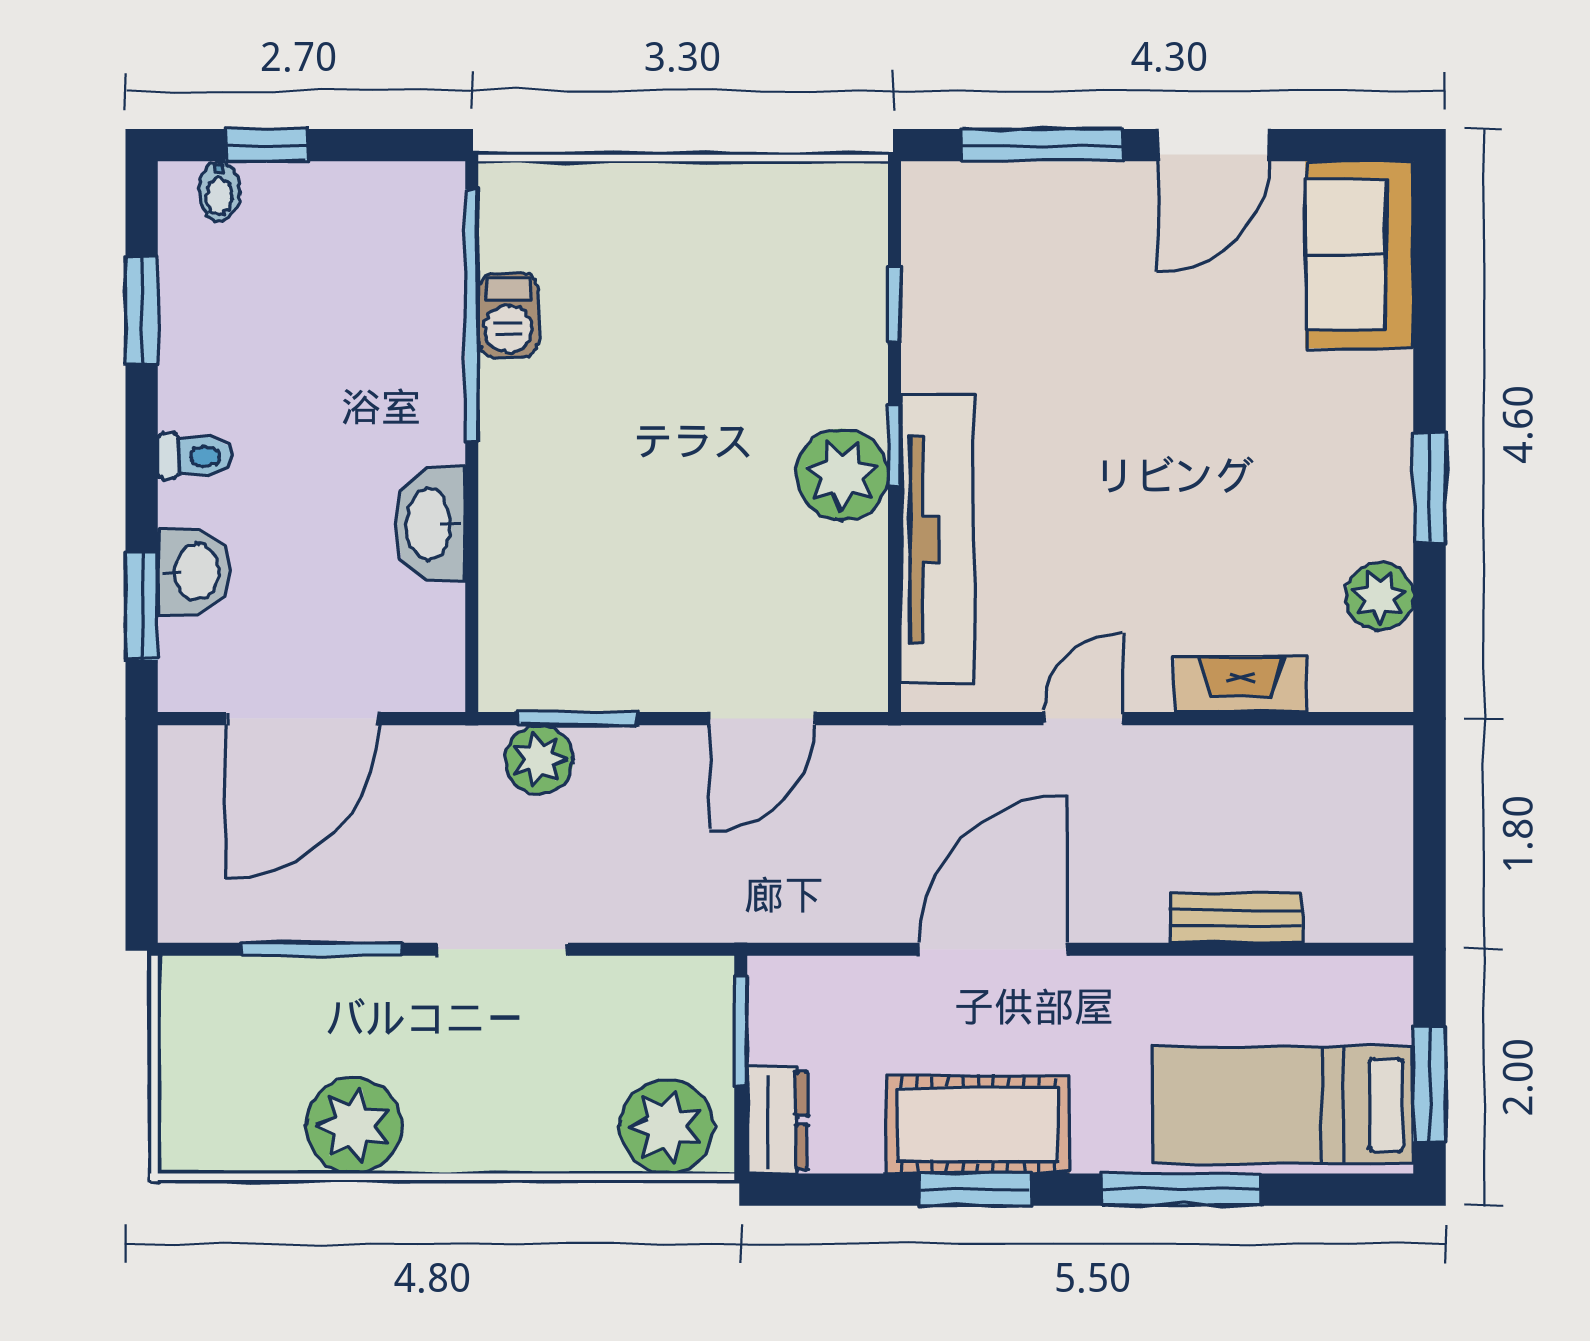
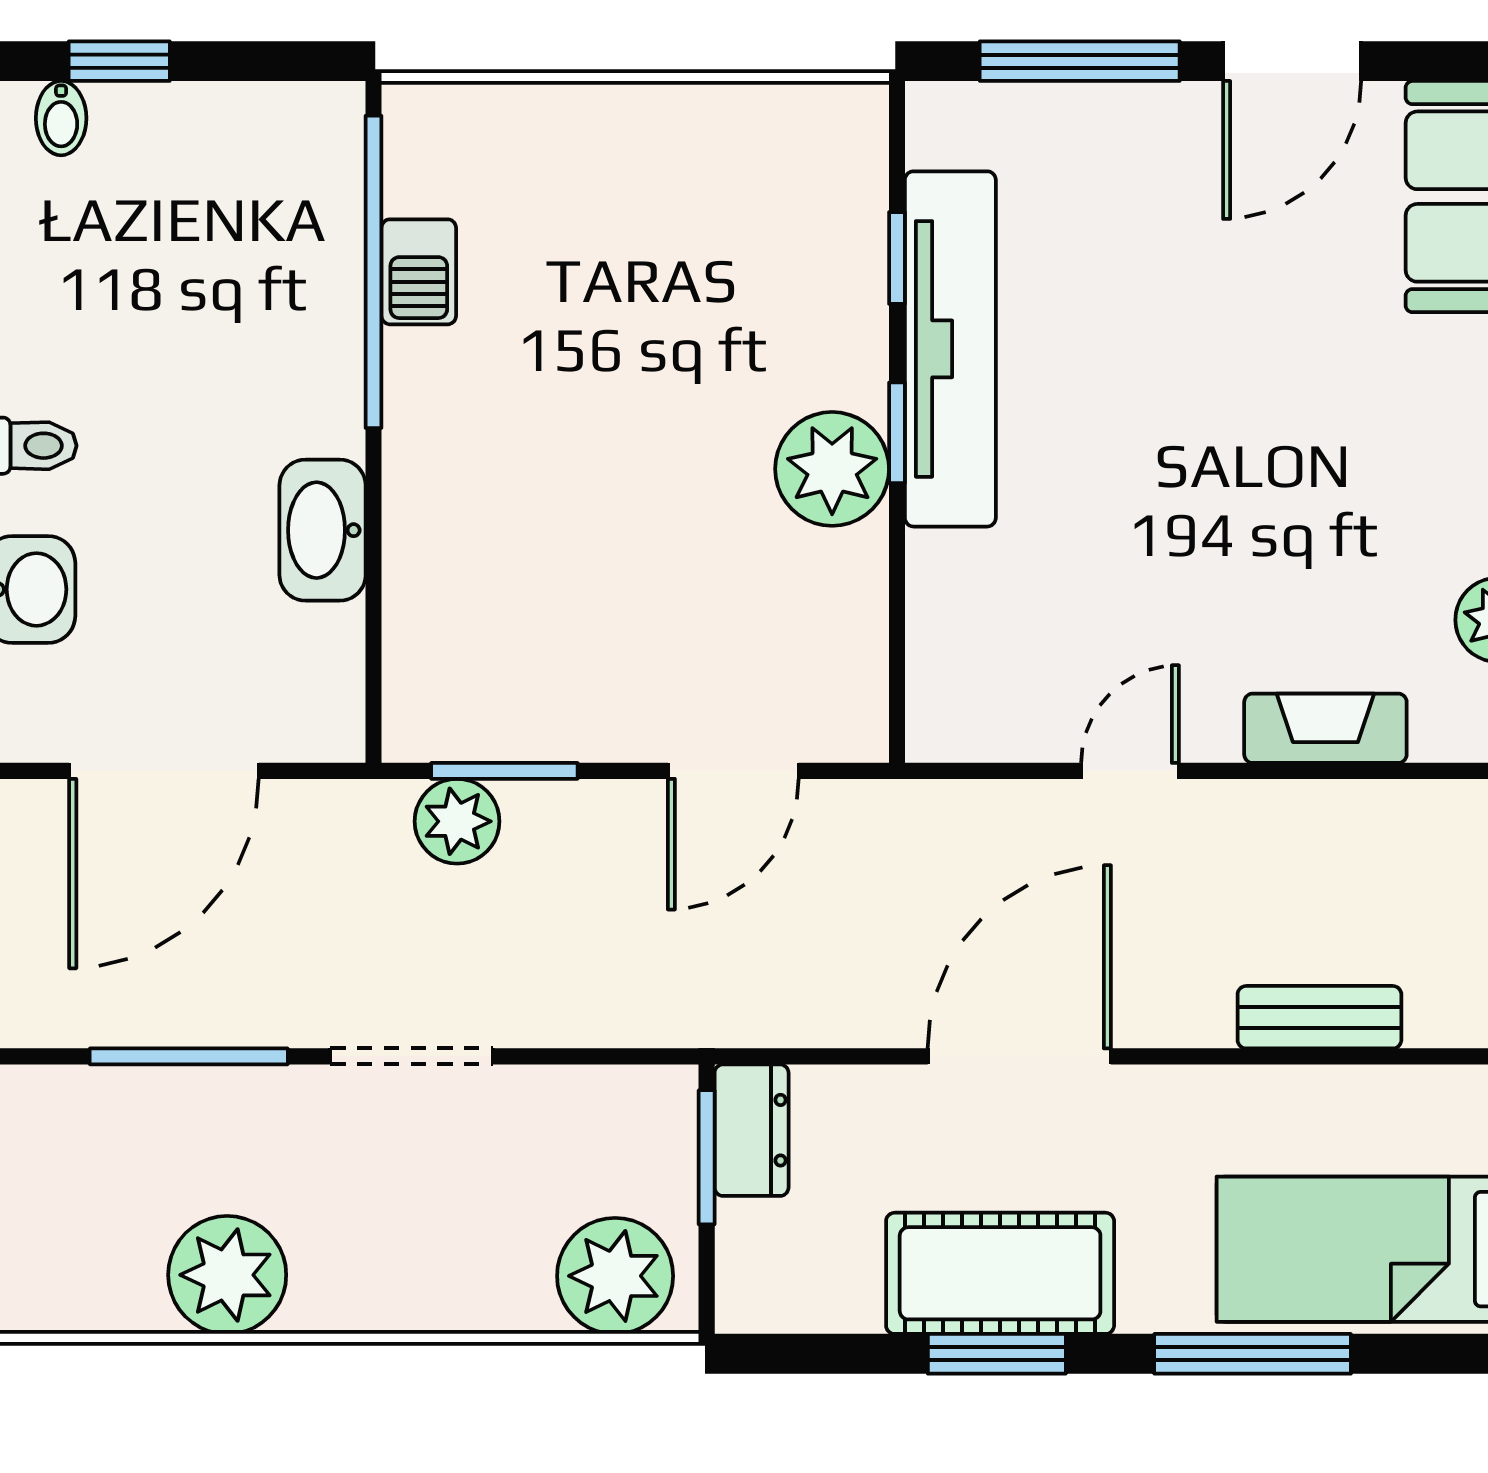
tv unit: (938, 539) -> (950, 349), moved
dresser: (777, 1120) -> (752, 1130), moved

